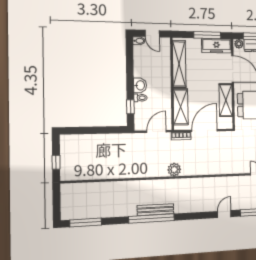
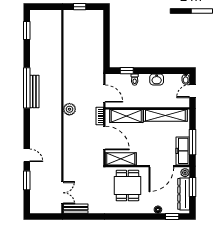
washbasin: (140, 85) -> (157, 79), moved
shelving: (226, 100) -> (121, 159), moved
window: (86, 223) -> (27, 31), width x0.69

